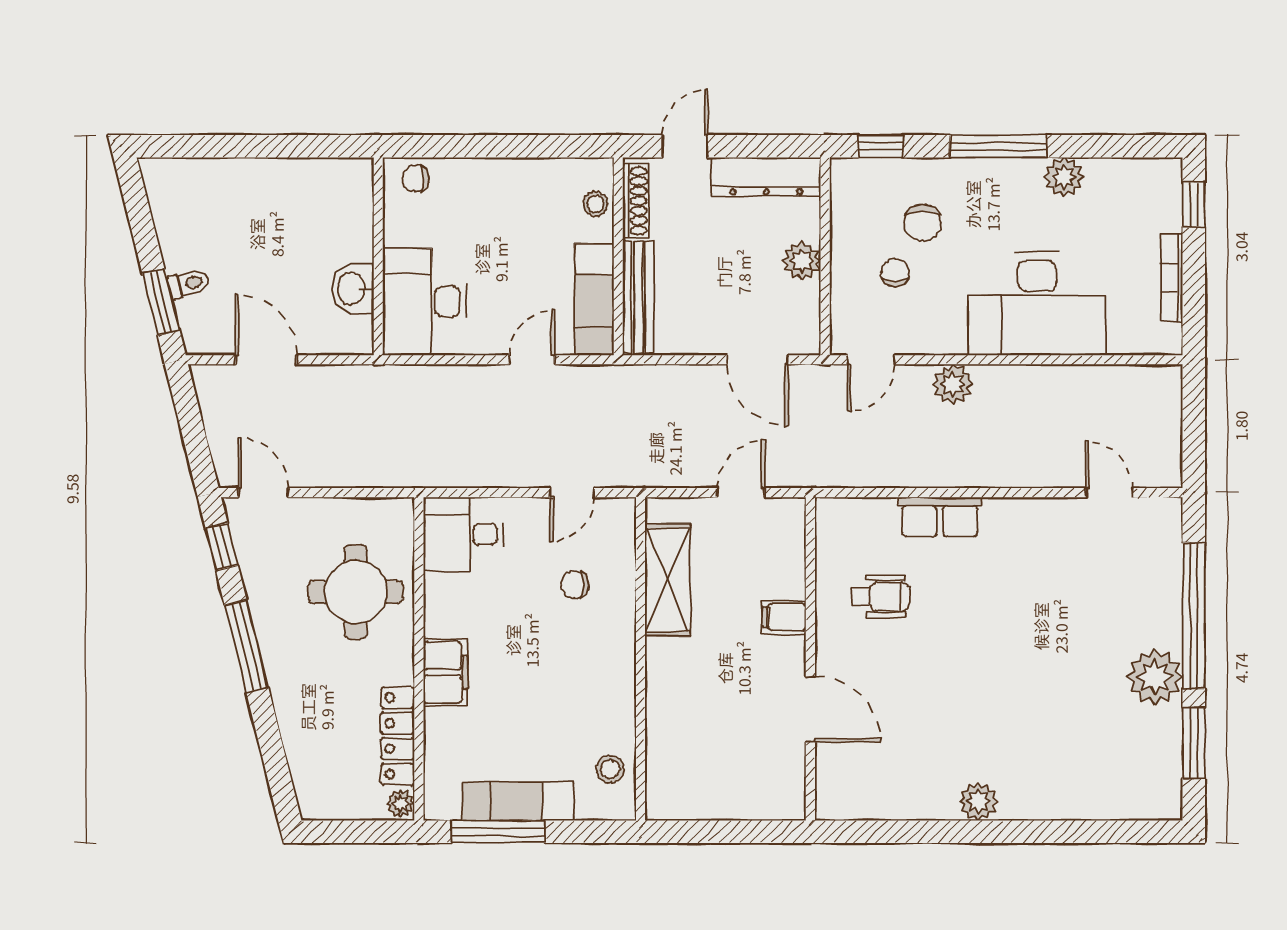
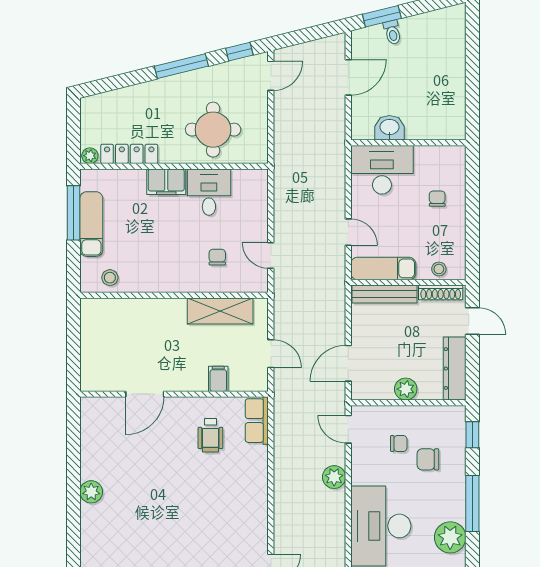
plant: (1064, 177) -> (450, 537), width x1.36, depth x1.36
chair: (415, 178) -> (437, 199), moved
row of seats: (940, 517) -> (257, 421), moved
desk: (463, 534) -> (209, 192), moved
filing cabinet: (784, 617) -> (218, 379), moved

